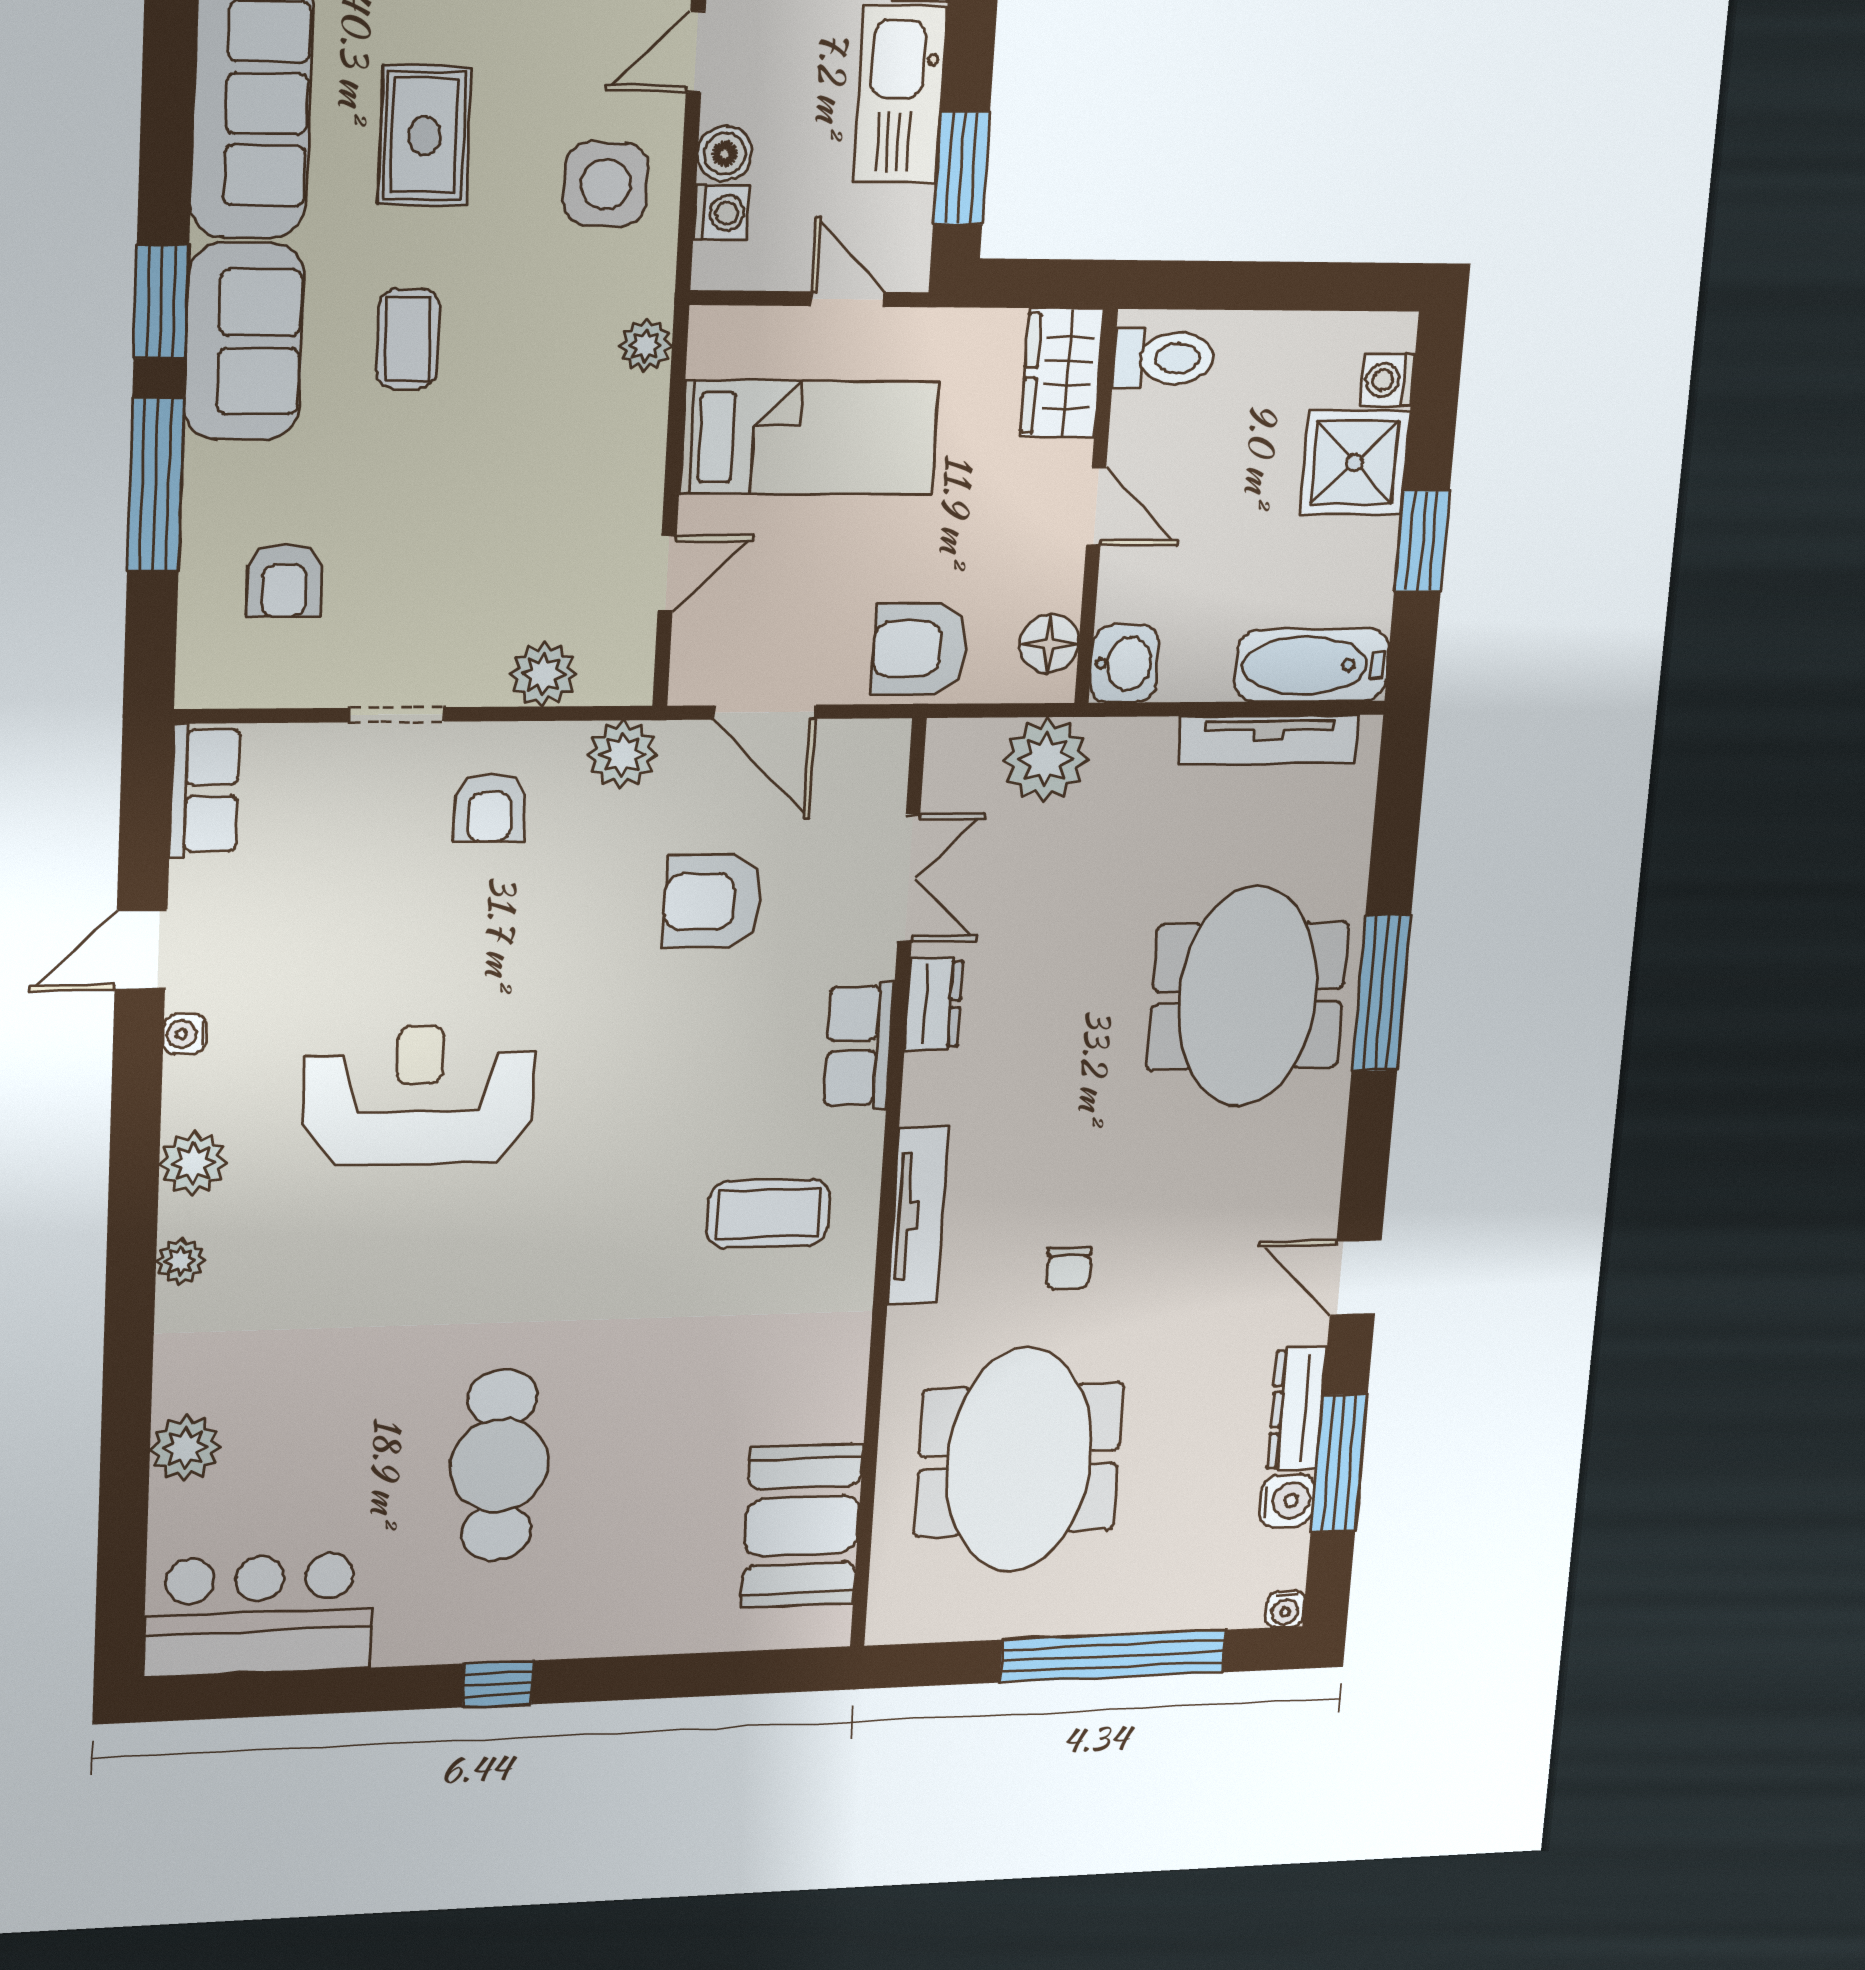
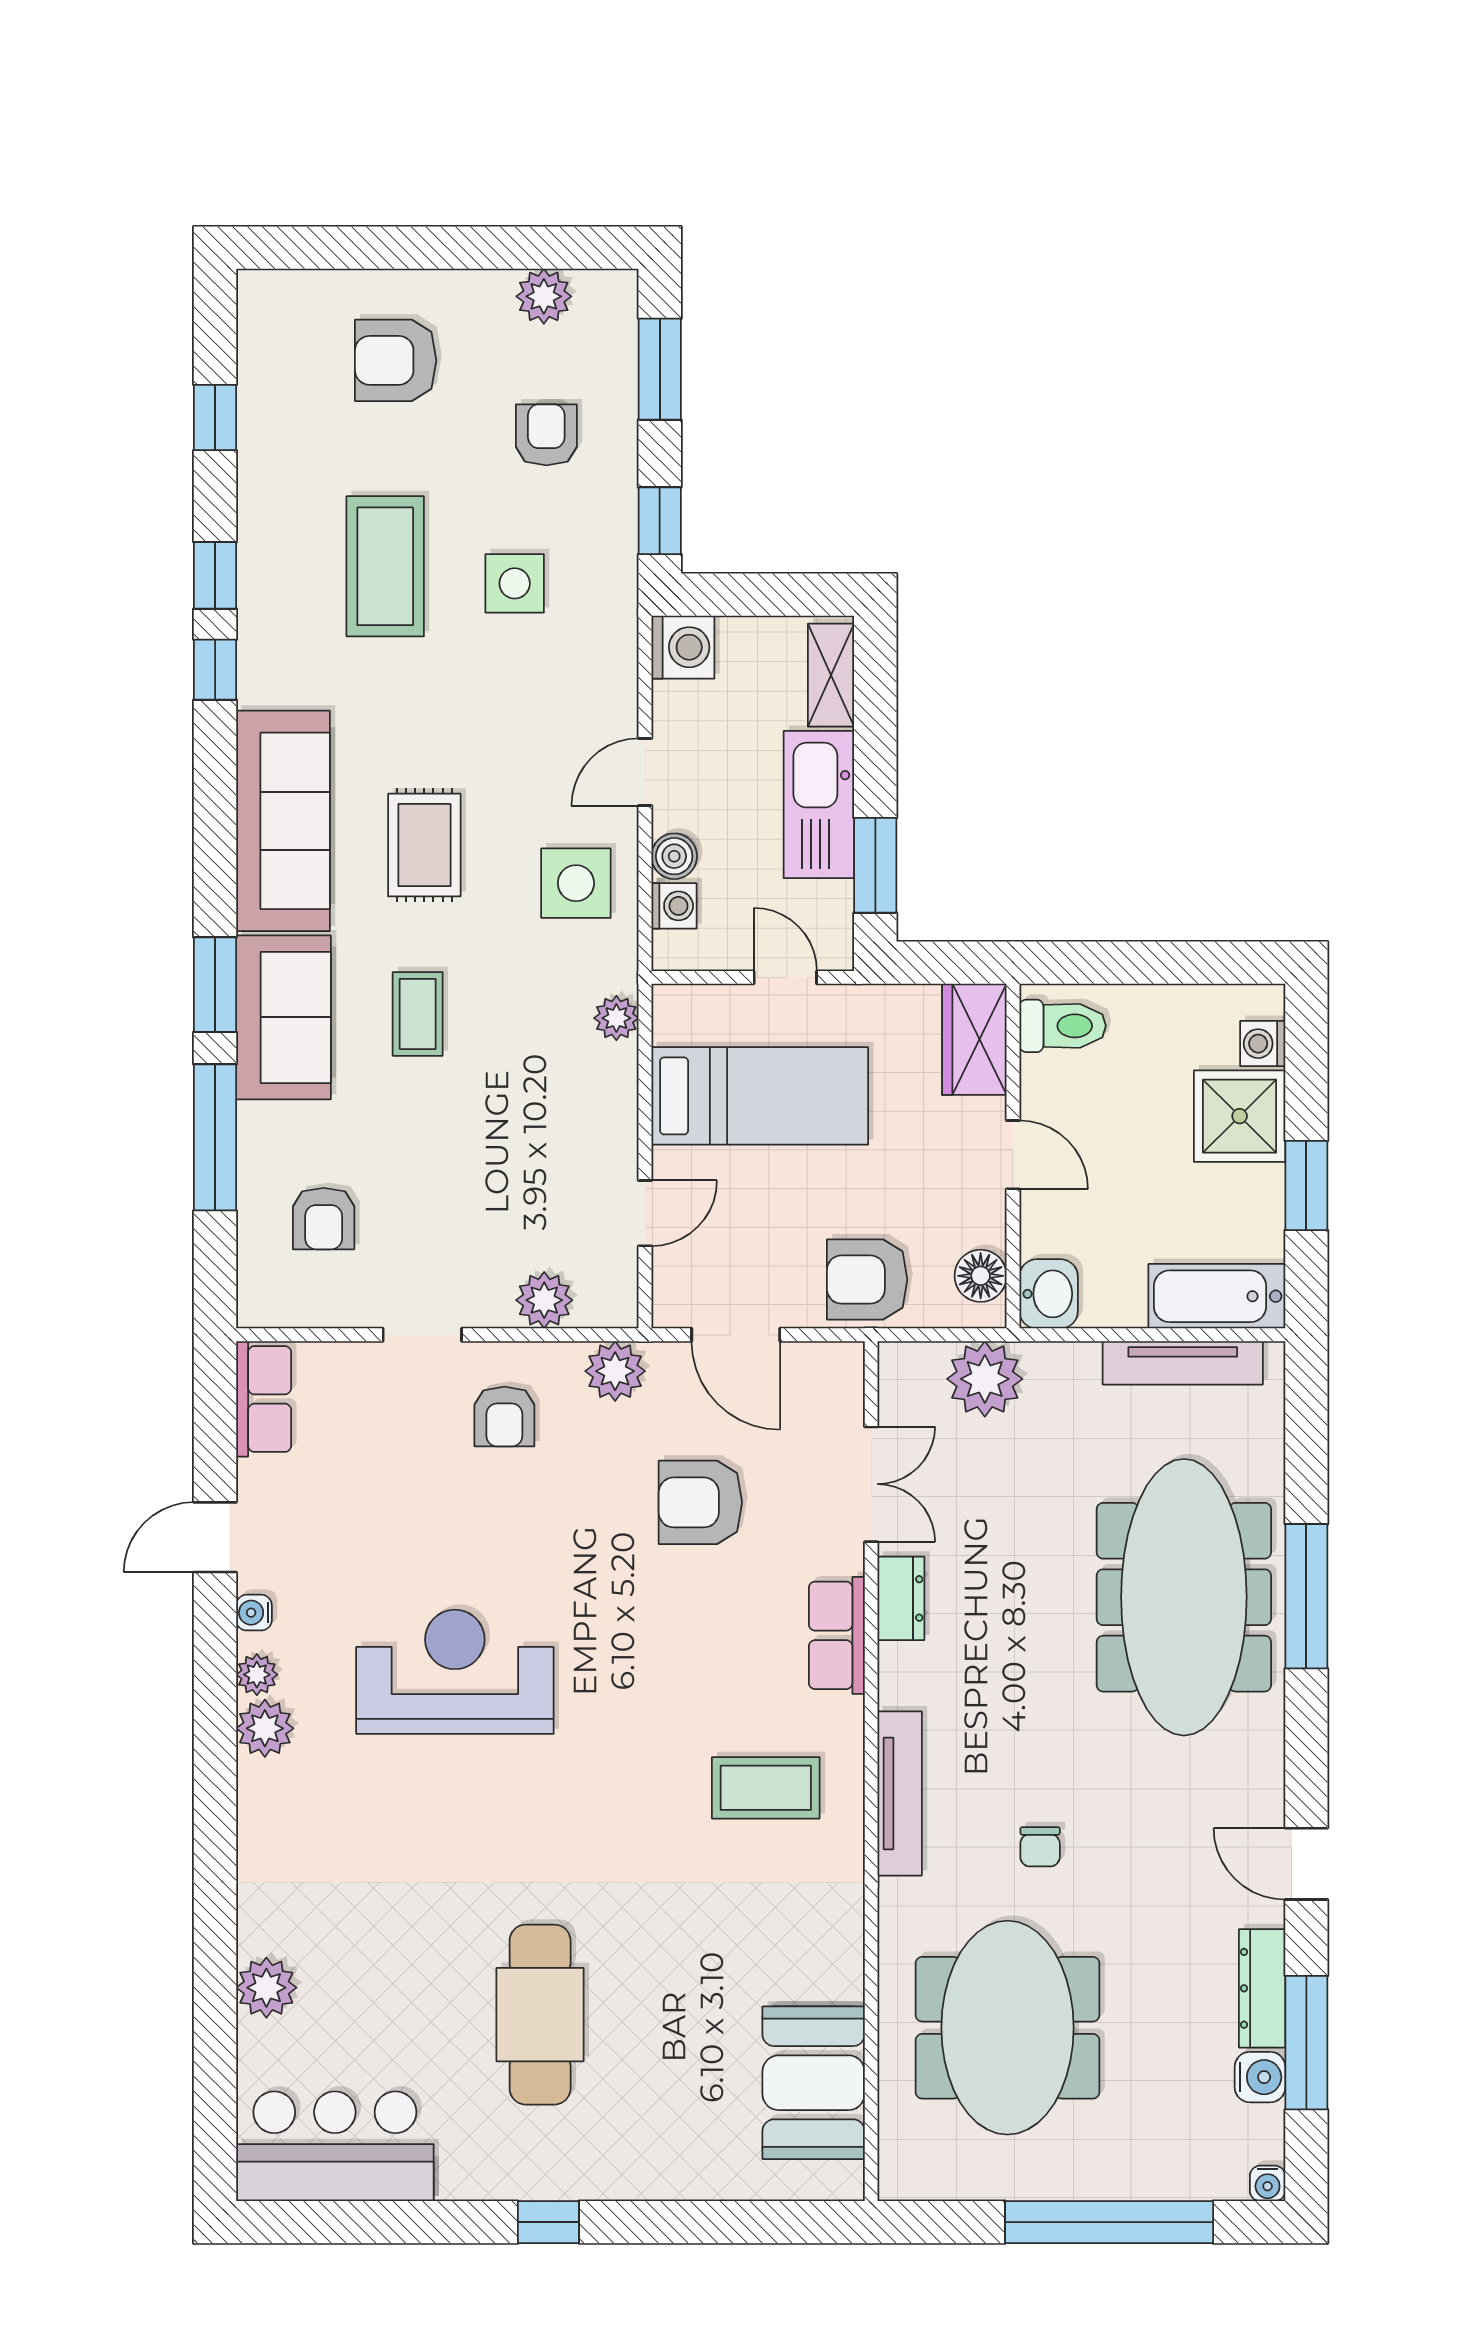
meeting table: (1248, 997) -> (1184, 1597), width x1.36
plant: (180, 1261) -> (257, 1675), moved

